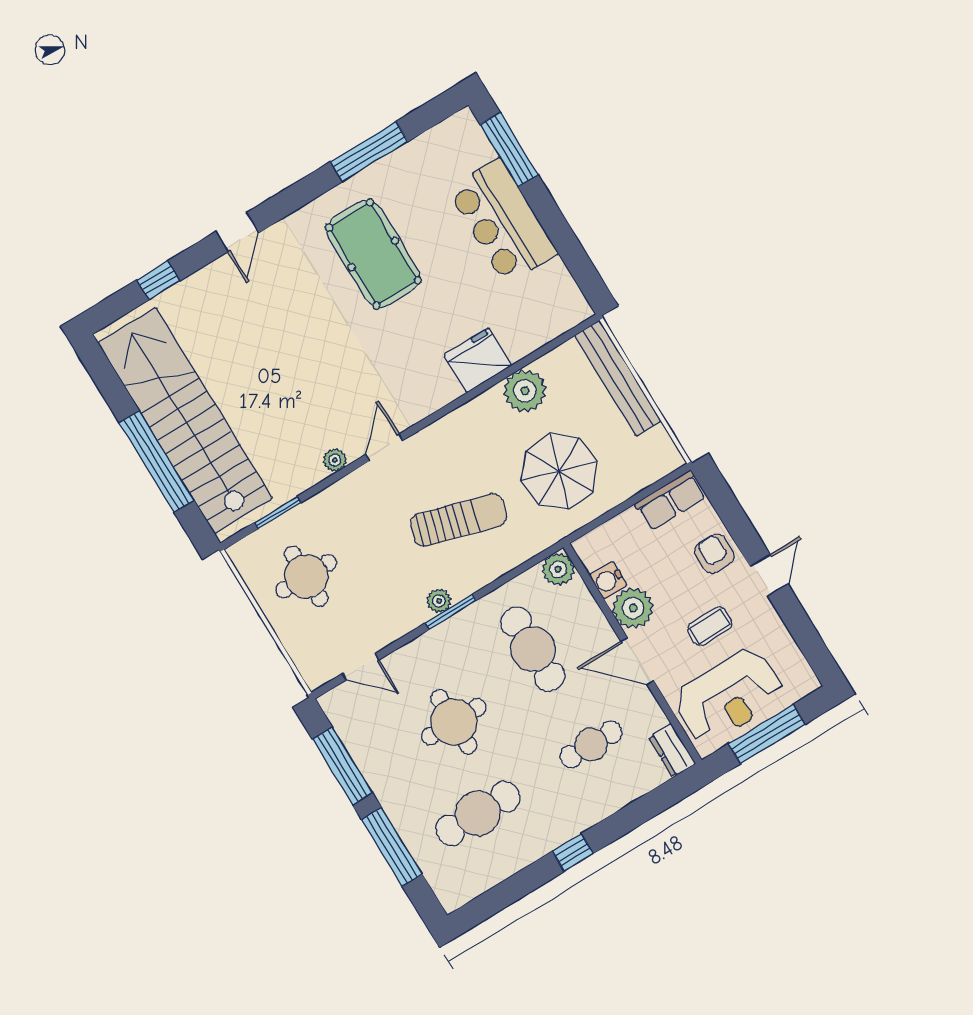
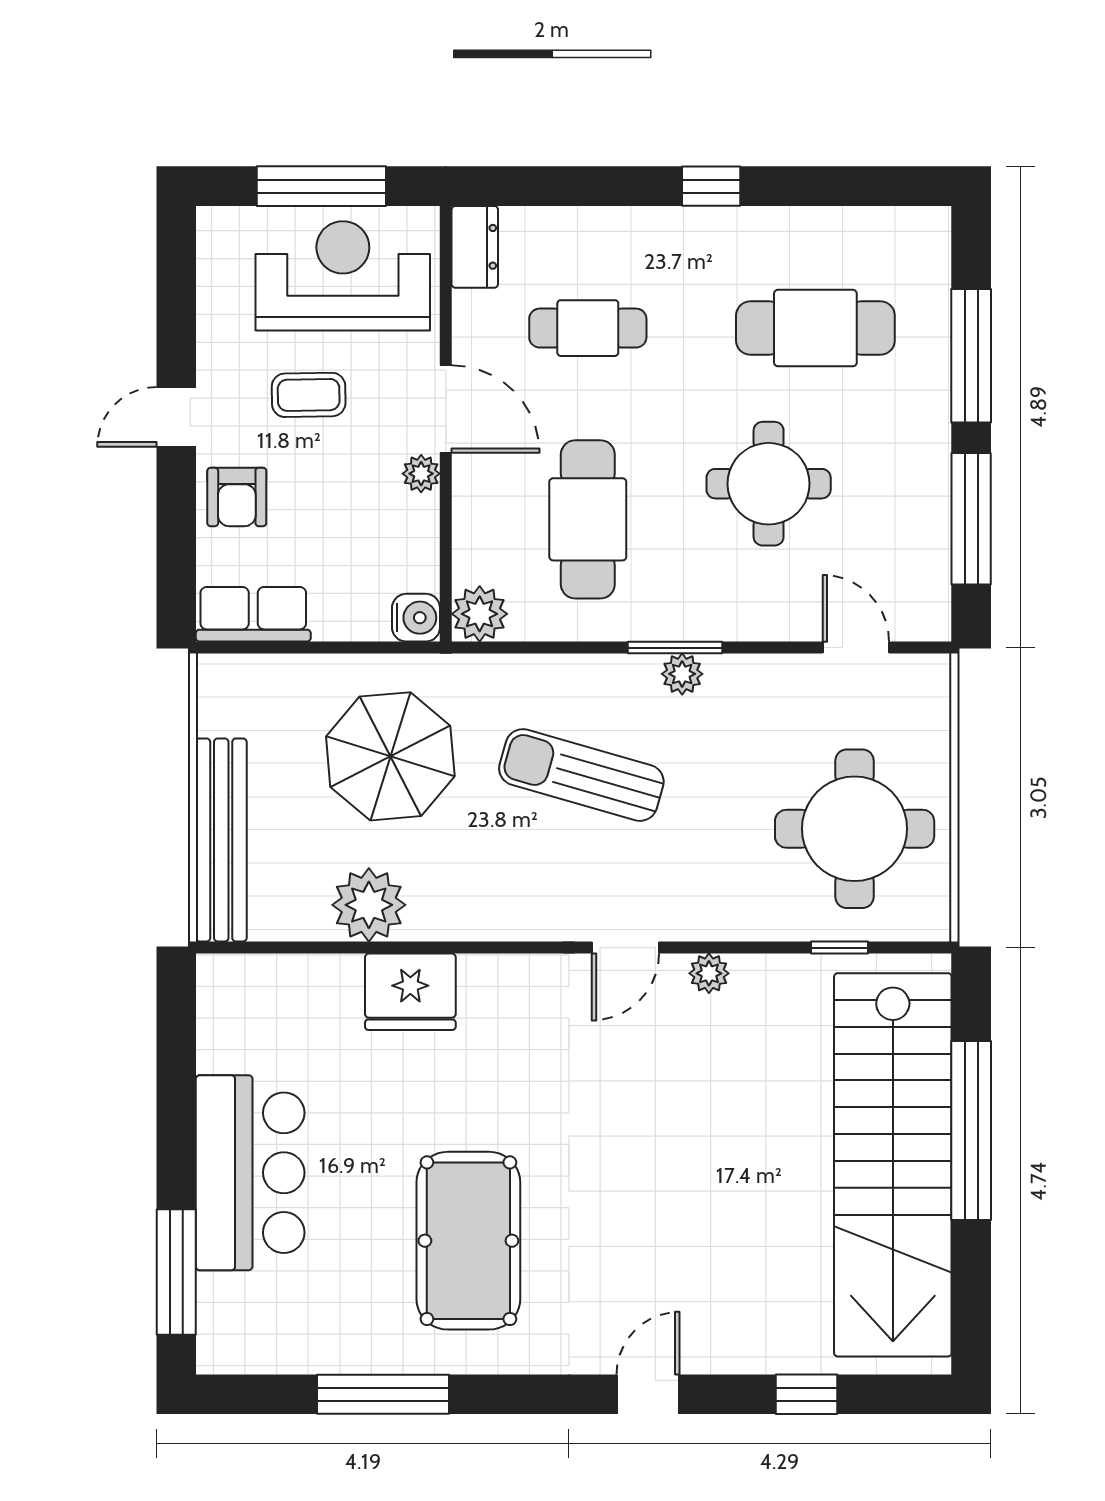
window: (278, 513) -> (840, 948), width x0.67
round table: (306, 576) -> (855, 829), width x1.36, depth x1.36
water cooler: (608, 580) -> (416, 618), moved
plant: (633, 608) -> (421, 474), width x0.53, depth x0.53

